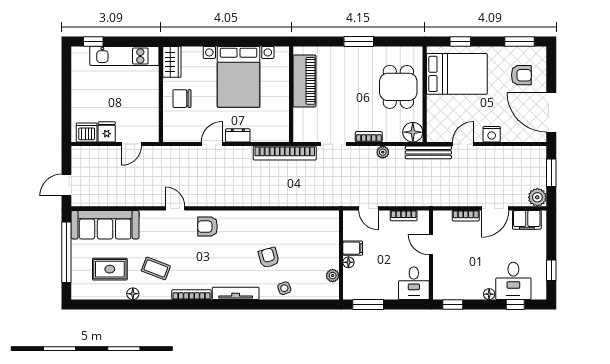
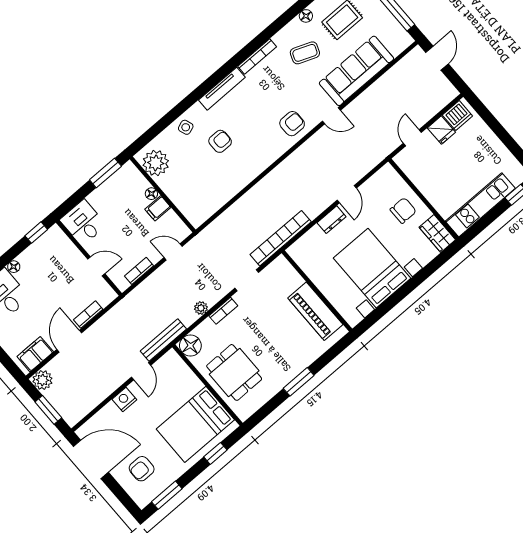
sofa: (105, 225) -> (356, 71), moved
armchair: (269, 258) -> (220, 141), turned -74
plant: (333, 276) -> (156, 163), width x1.88, depth x1.88

